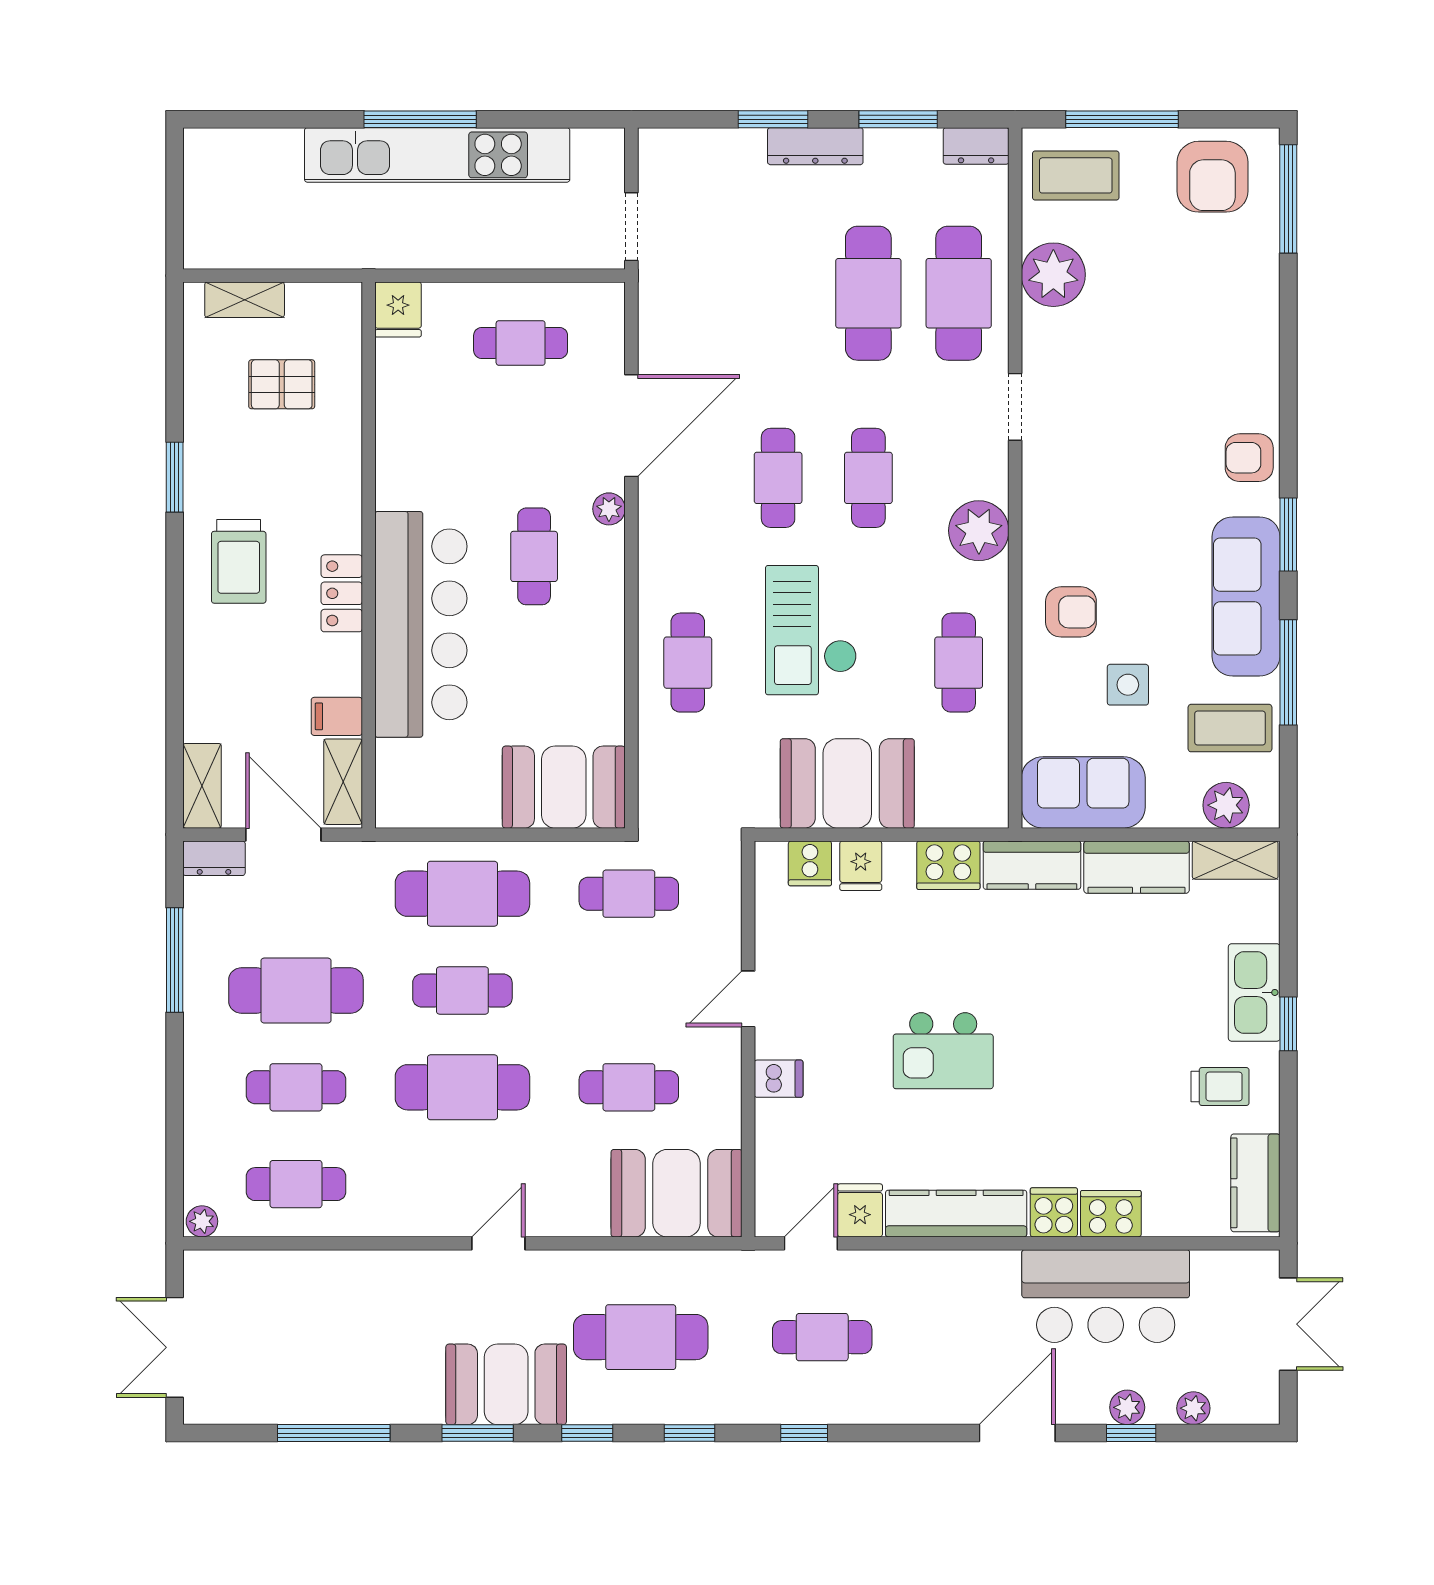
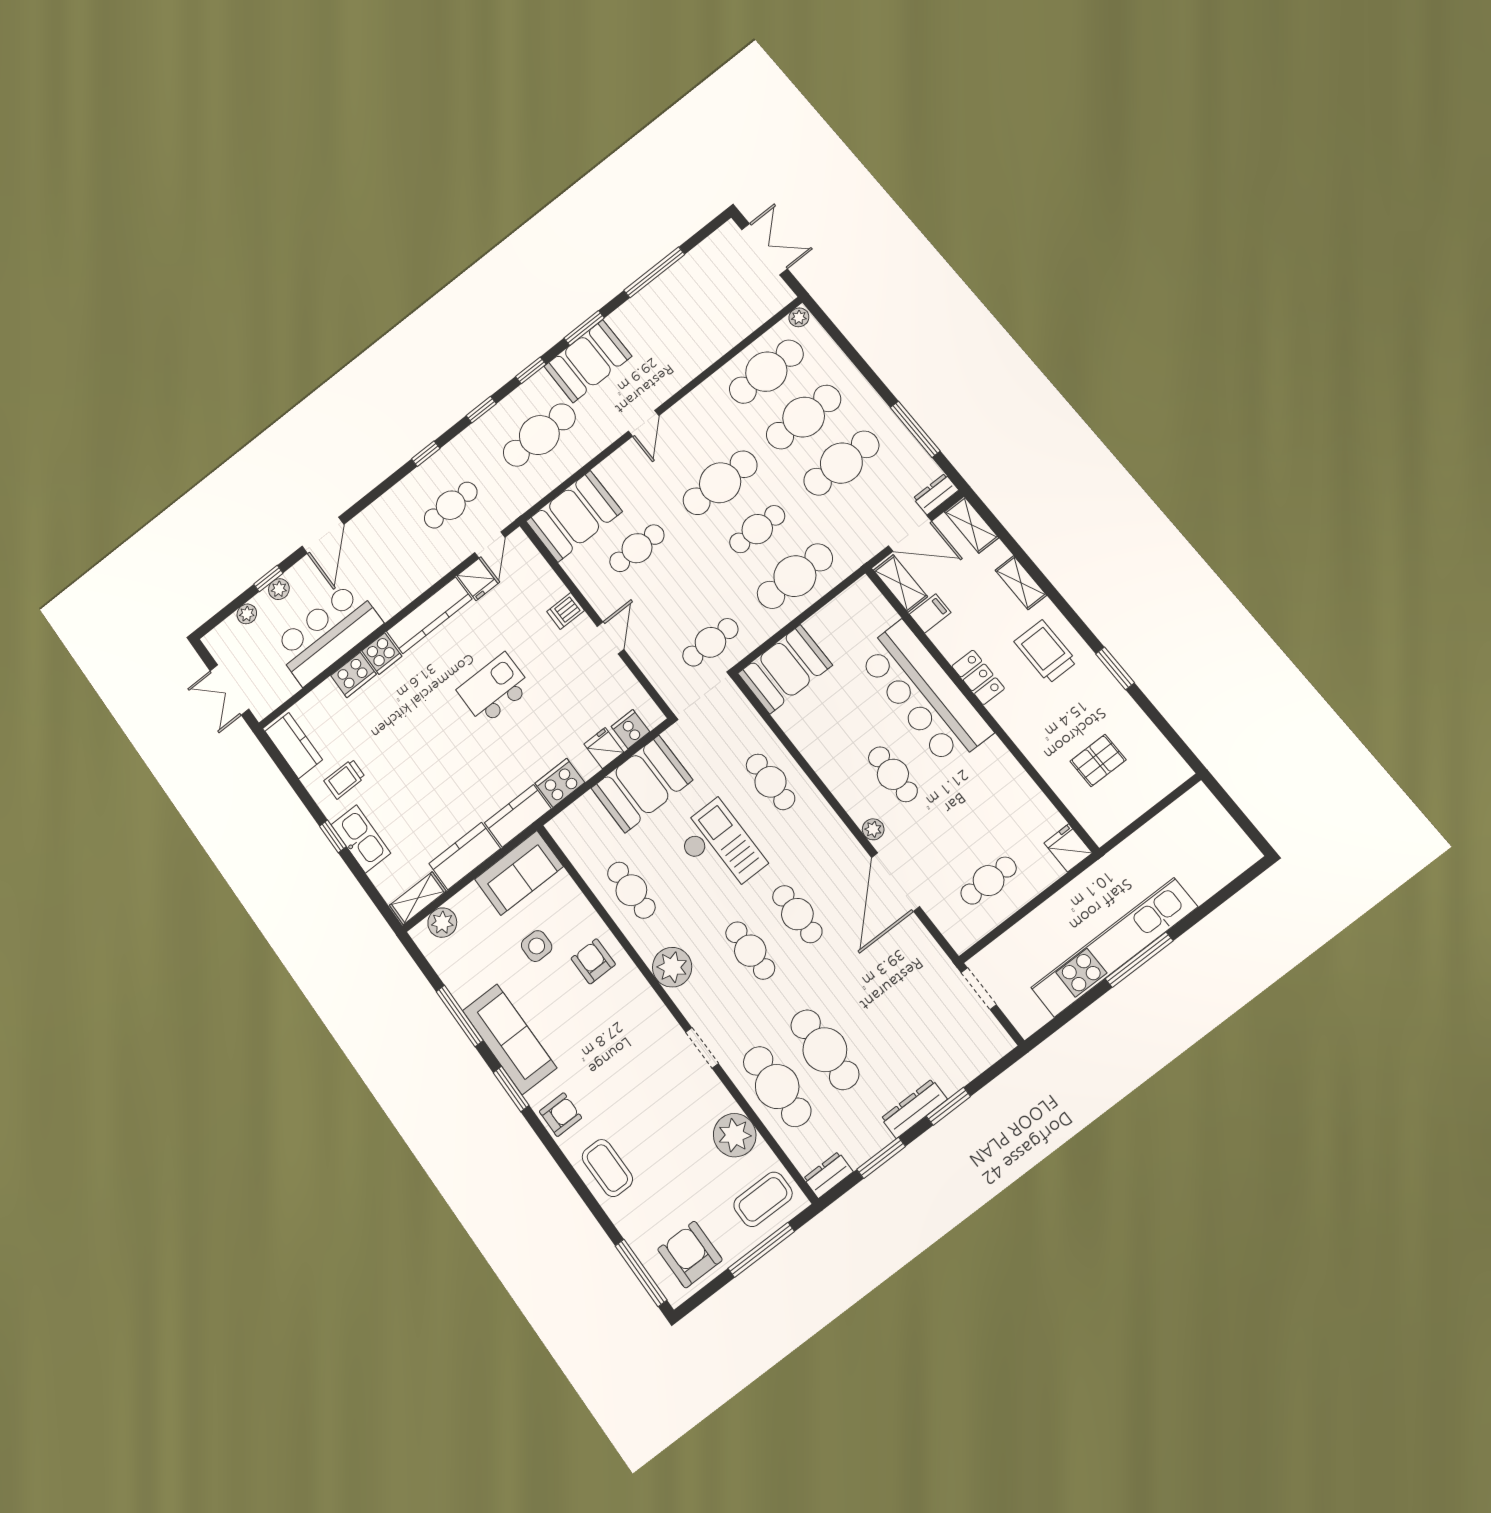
shelving: (245, 300) -> (1021, 583), moved, turned 90
armchair: (1071, 612) -> (593, 961), turned 90
coffee table: (1230, 728) -> (607, 1168), moved, turned 90
cafe table: (296, 1087) -> (804, 417), width x1.37, depth x1.35
cafe table: (296, 1184) -> (766, 372), width x1.37, depth x1.35

